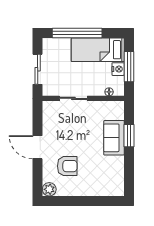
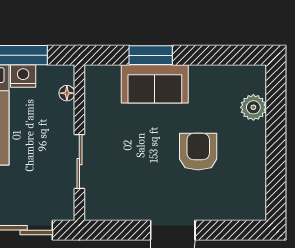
armchair: (67, 166) -> (198, 152), moved
plant: (49, 189) -> (253, 107), moved

